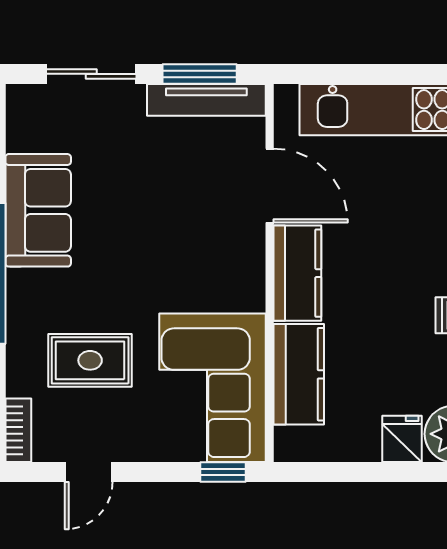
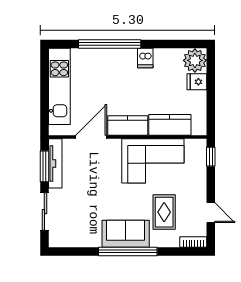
sofa: (38, 210) -> (126, 234), moved
corner sofa: (213, 388) -> (153, 161), moved

